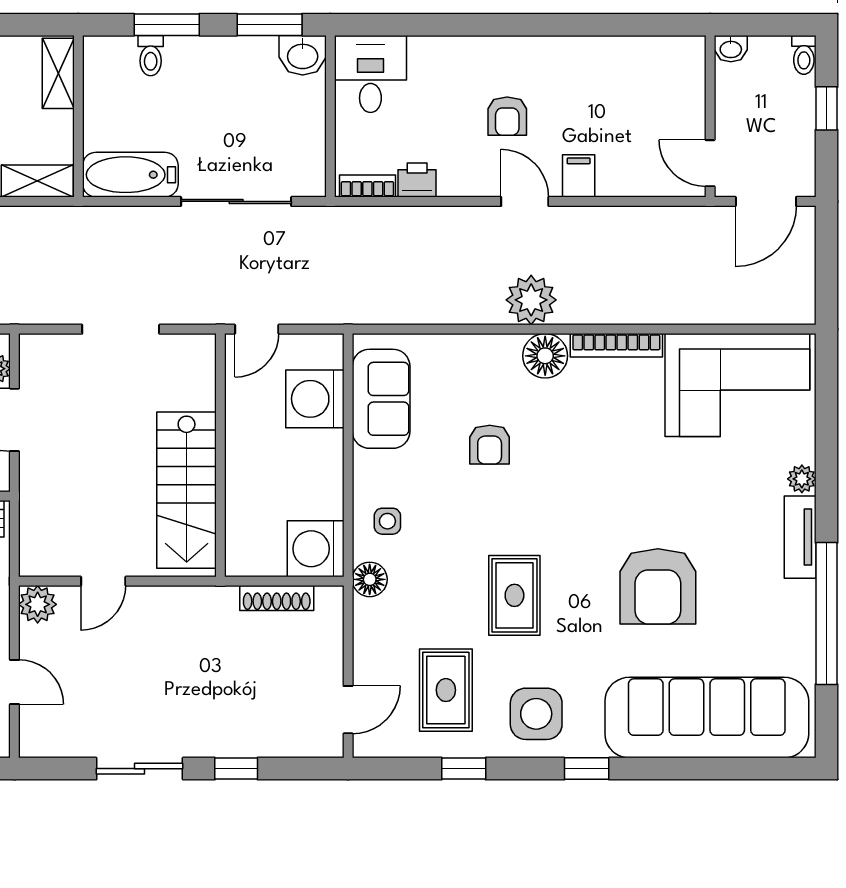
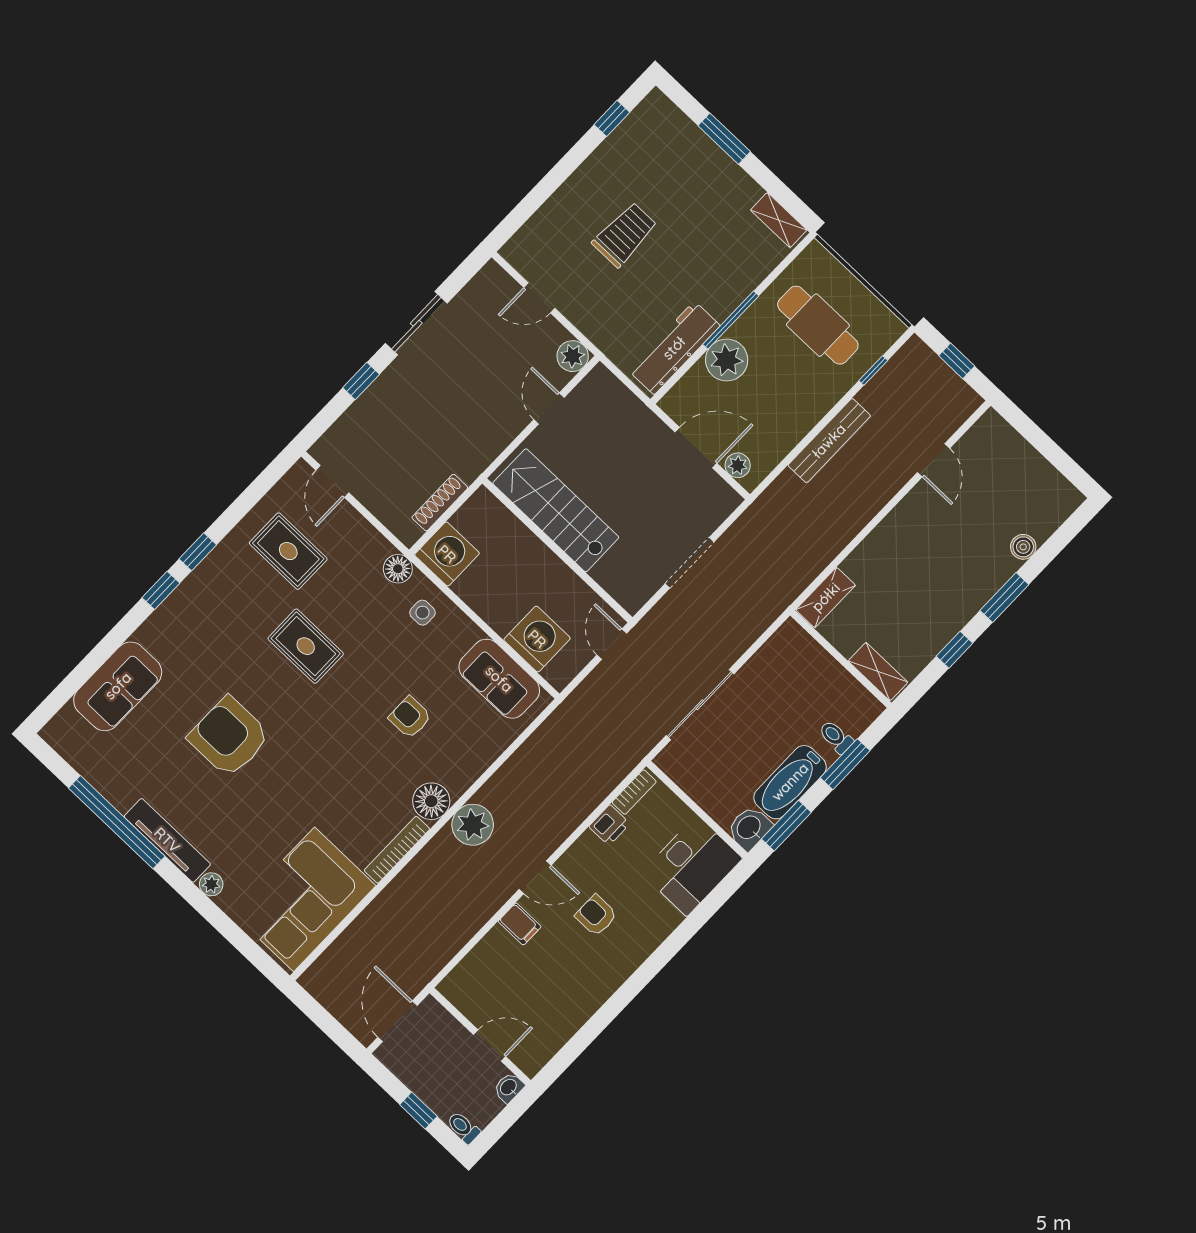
desk: (370, 74) -> (692, 866), width x1.37
door: (710, 163) -> (490, 1045), moved
bathtub: (130, 175) -> (790, 782), moved, turned 180
tv unit: (800, 537) -> (167, 840), width x1.41
side table: (536, 714) -> (222, 591), removed
sofa: (707, 718) -> (118, 686), width x0.54, depth x0.79
window: (464, 769) -> (198, 552), moved

